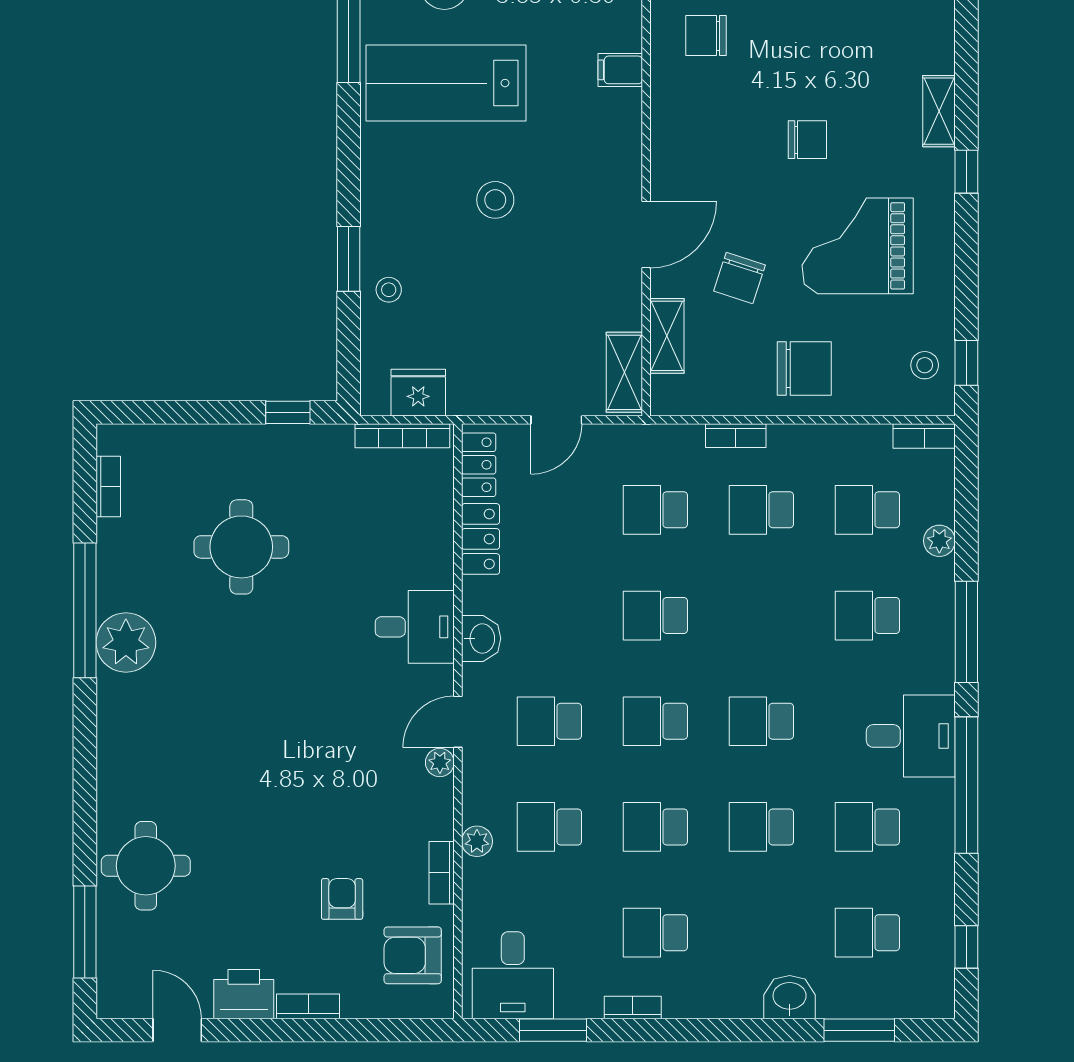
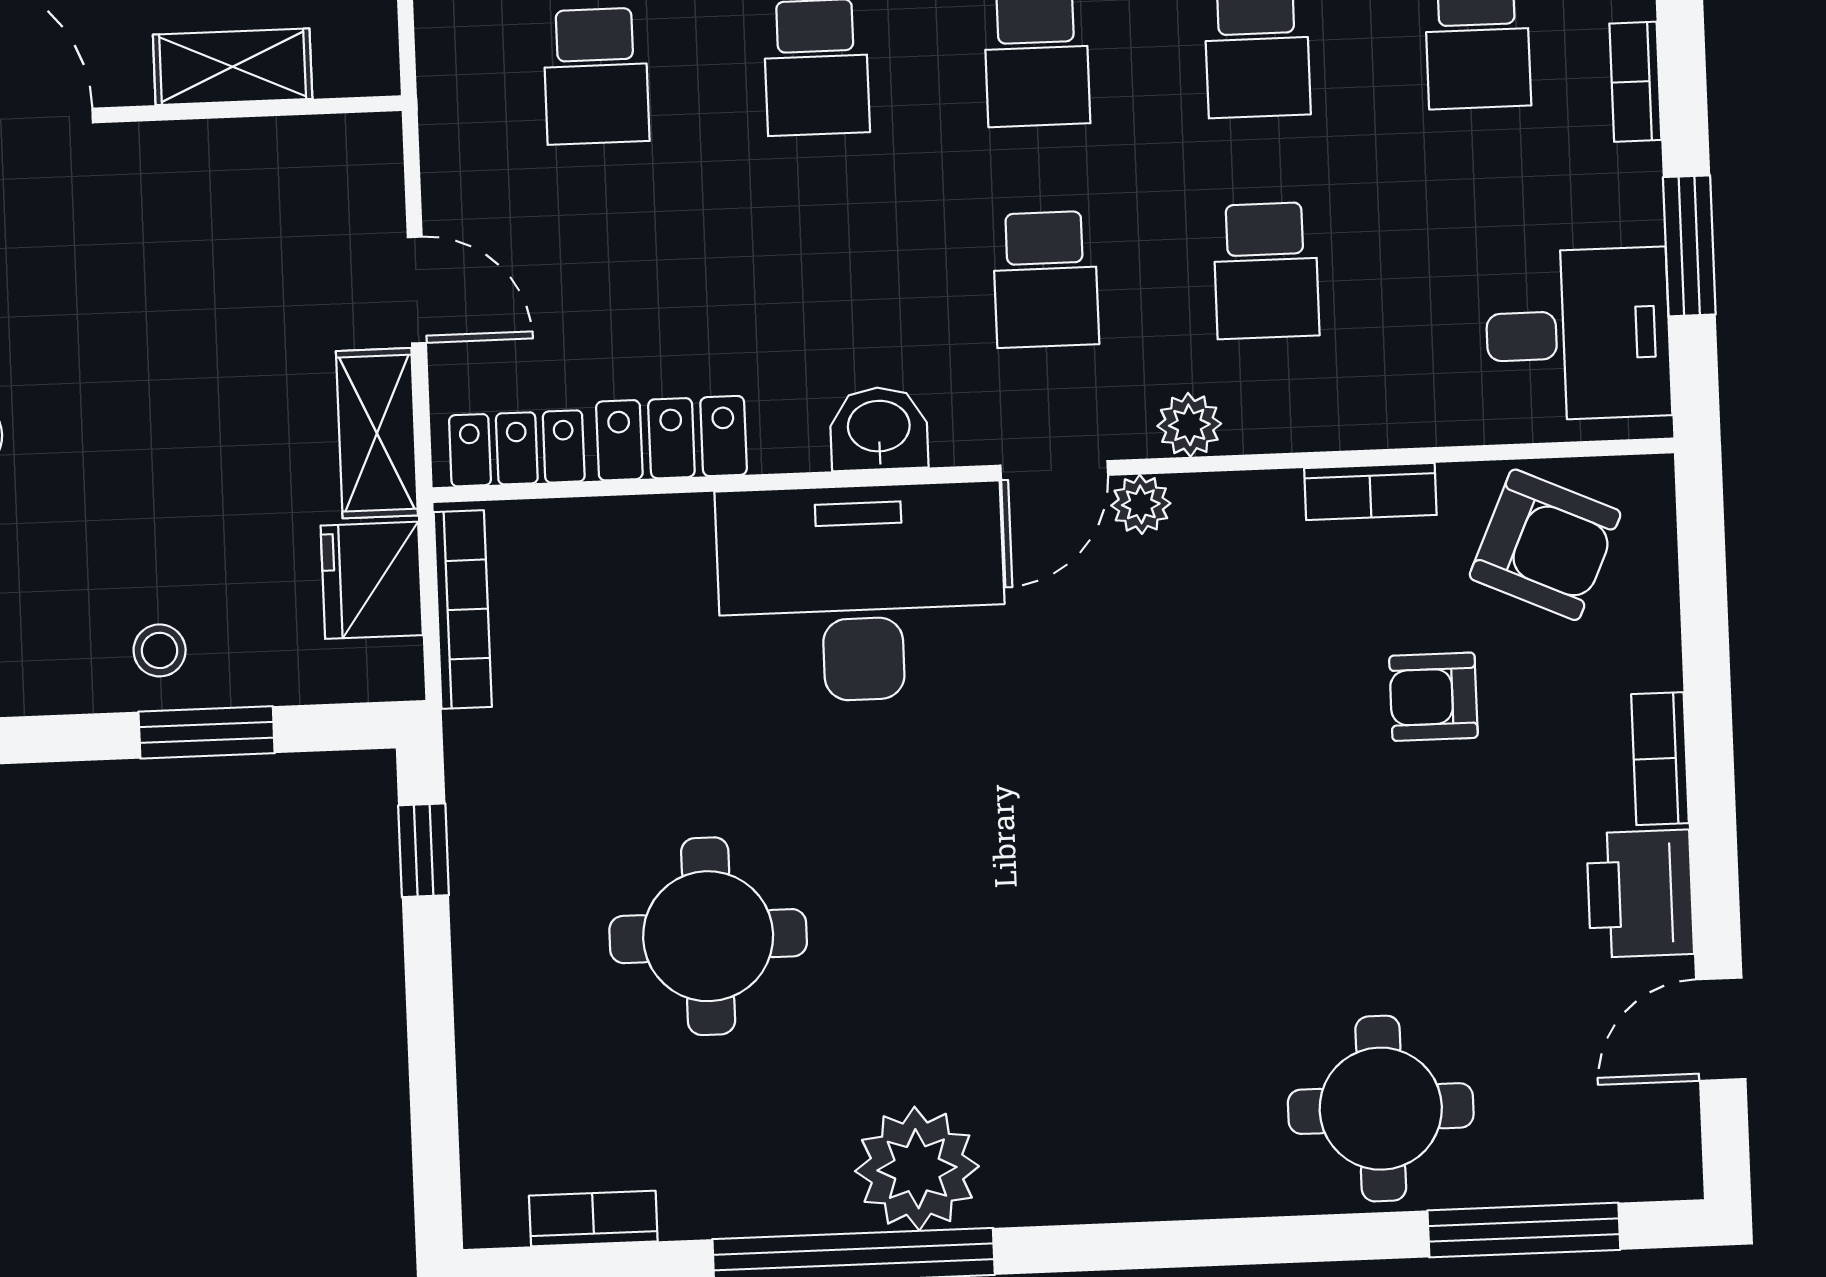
window: (349, 259) -> (207, 732), moved
shelving: (624, 372) -> (377, 433), moved, turned 90
desk: (415, 627) -> (861, 593), width x1.87, depth x1.30
door: (458, 722) -> (1054, 470), hinge flipped
plant: (477, 841) -> (1189, 425), moved
armchair: (413, 955) -> (1545, 545), turned -66

